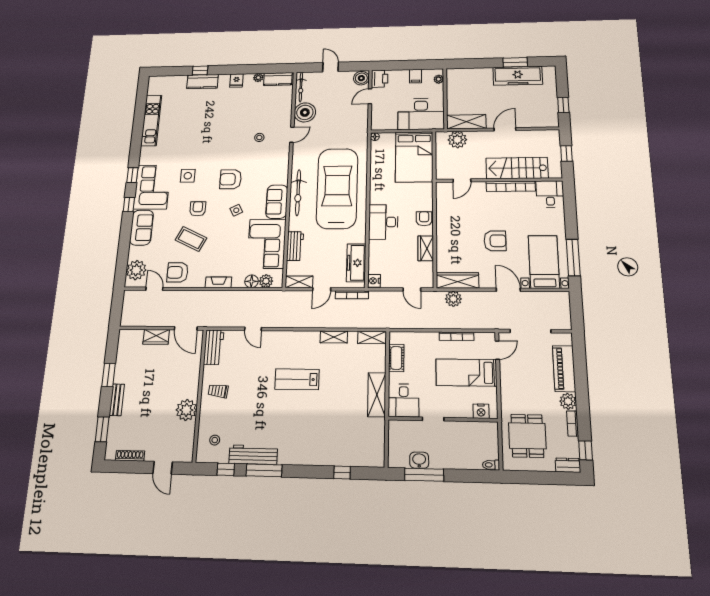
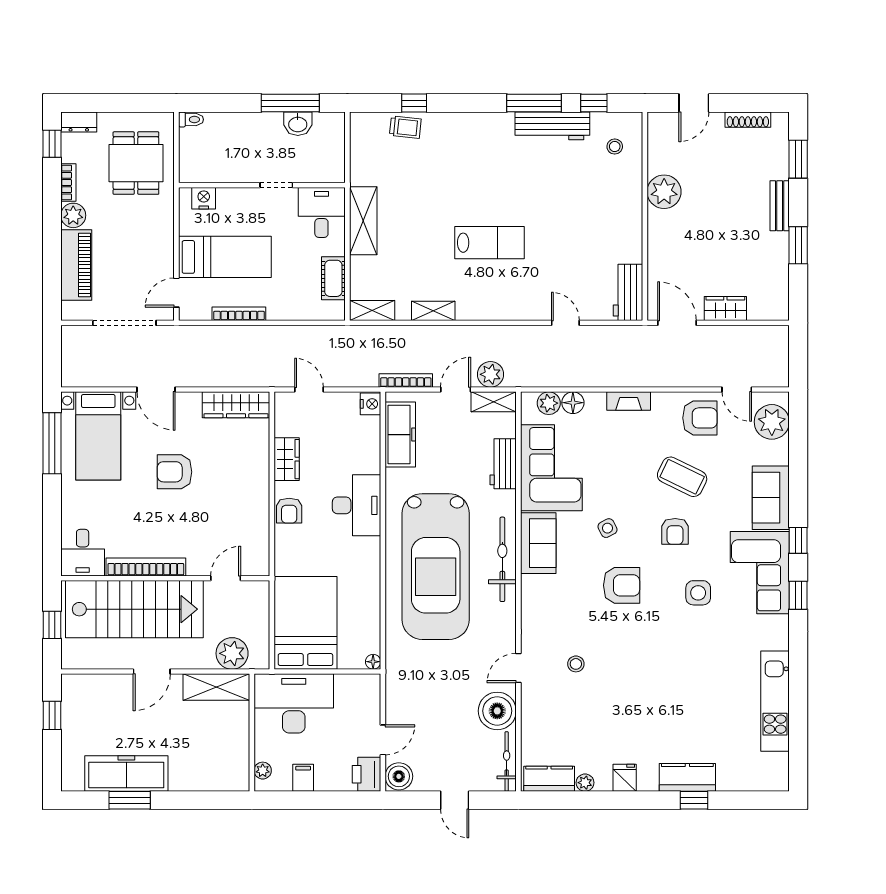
stairs: (517, 168) -> (134, 609), width x1.36, depth x1.51
plant: (453, 299) -> (491, 374), moved
trolley: (218, 391) -> (405, 127), moved
door: (163, 468) -> (694, 103), swing flipped

